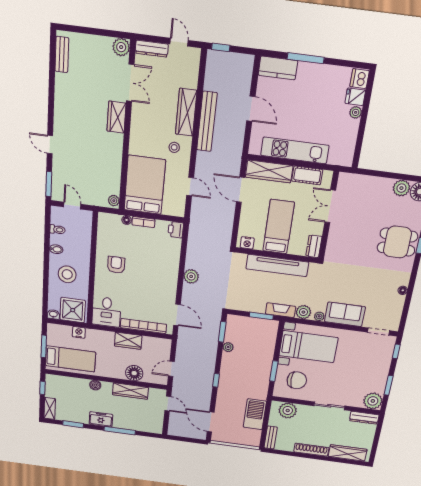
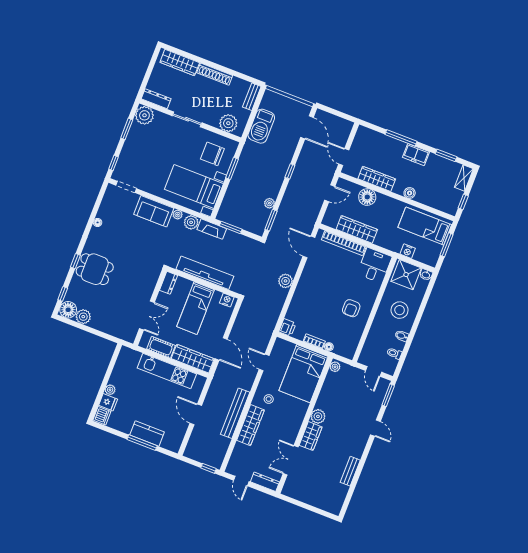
plant: (121, 47) -> (318, 416), moved
bench: (62, 55) -> (350, 471), moved
kitchen counter: (278, 68) -> (147, 433), moved
wardrobe: (128, 341) -> (357, 229), width x1.50

